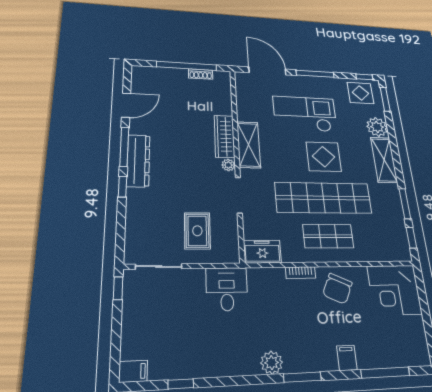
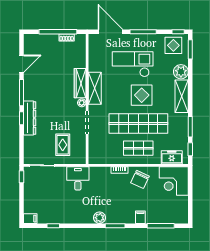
dresser: (138, 161) -> (30, 118), moved
freezer: (262, 252) -> (172, 157), moved

